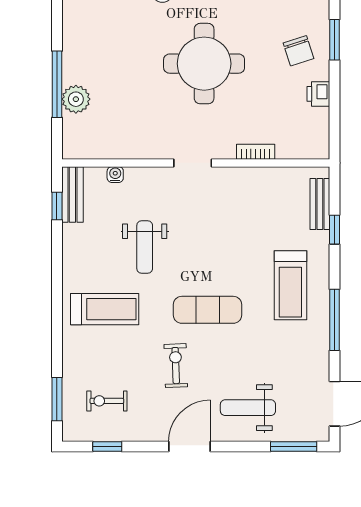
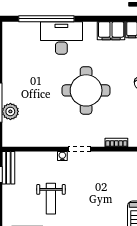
water cooler: (115, 175) -> (62, 156), moved

